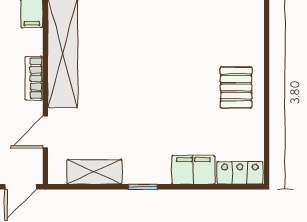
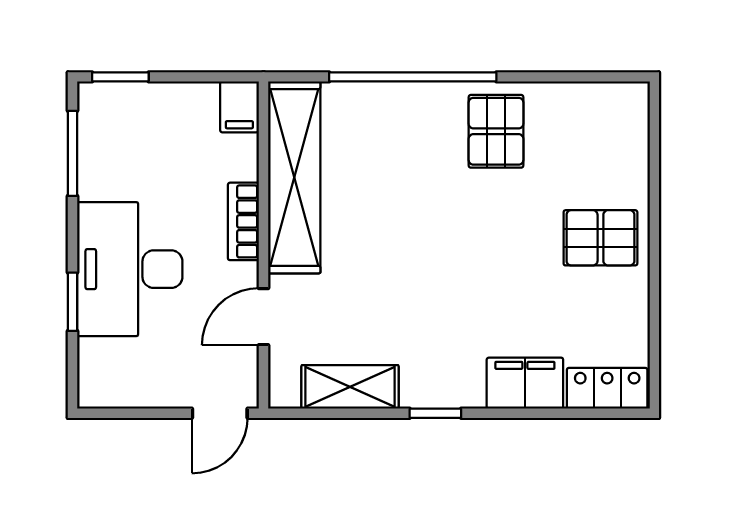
pallet: (177, 27) -> (496, 131), added
pallet: (236, 87) -> (600, 238), turned 90

